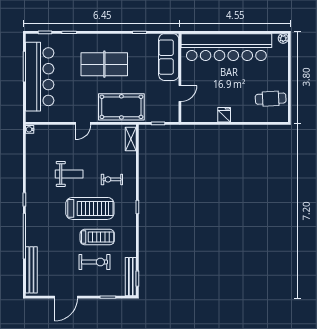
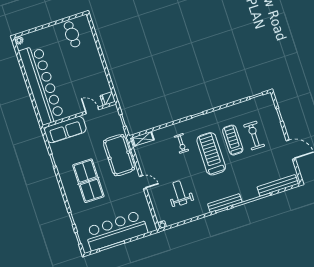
fridge: (224, 115) -> (108, 99), moved
weight bench: (69, 174) -> (180, 193), moved
bench: (131, 277) -> (225, 203), moved

